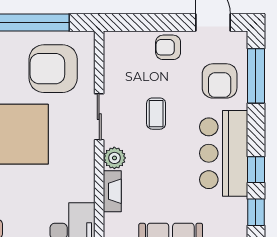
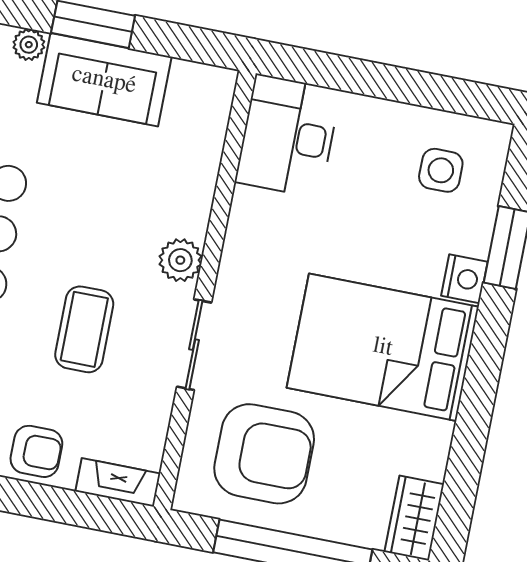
coffee table: (156, 114) -> (84, 329), width x1.36, depth x1.30
fireplace: (112, 191) -> (118, 482), moved, turned 90

